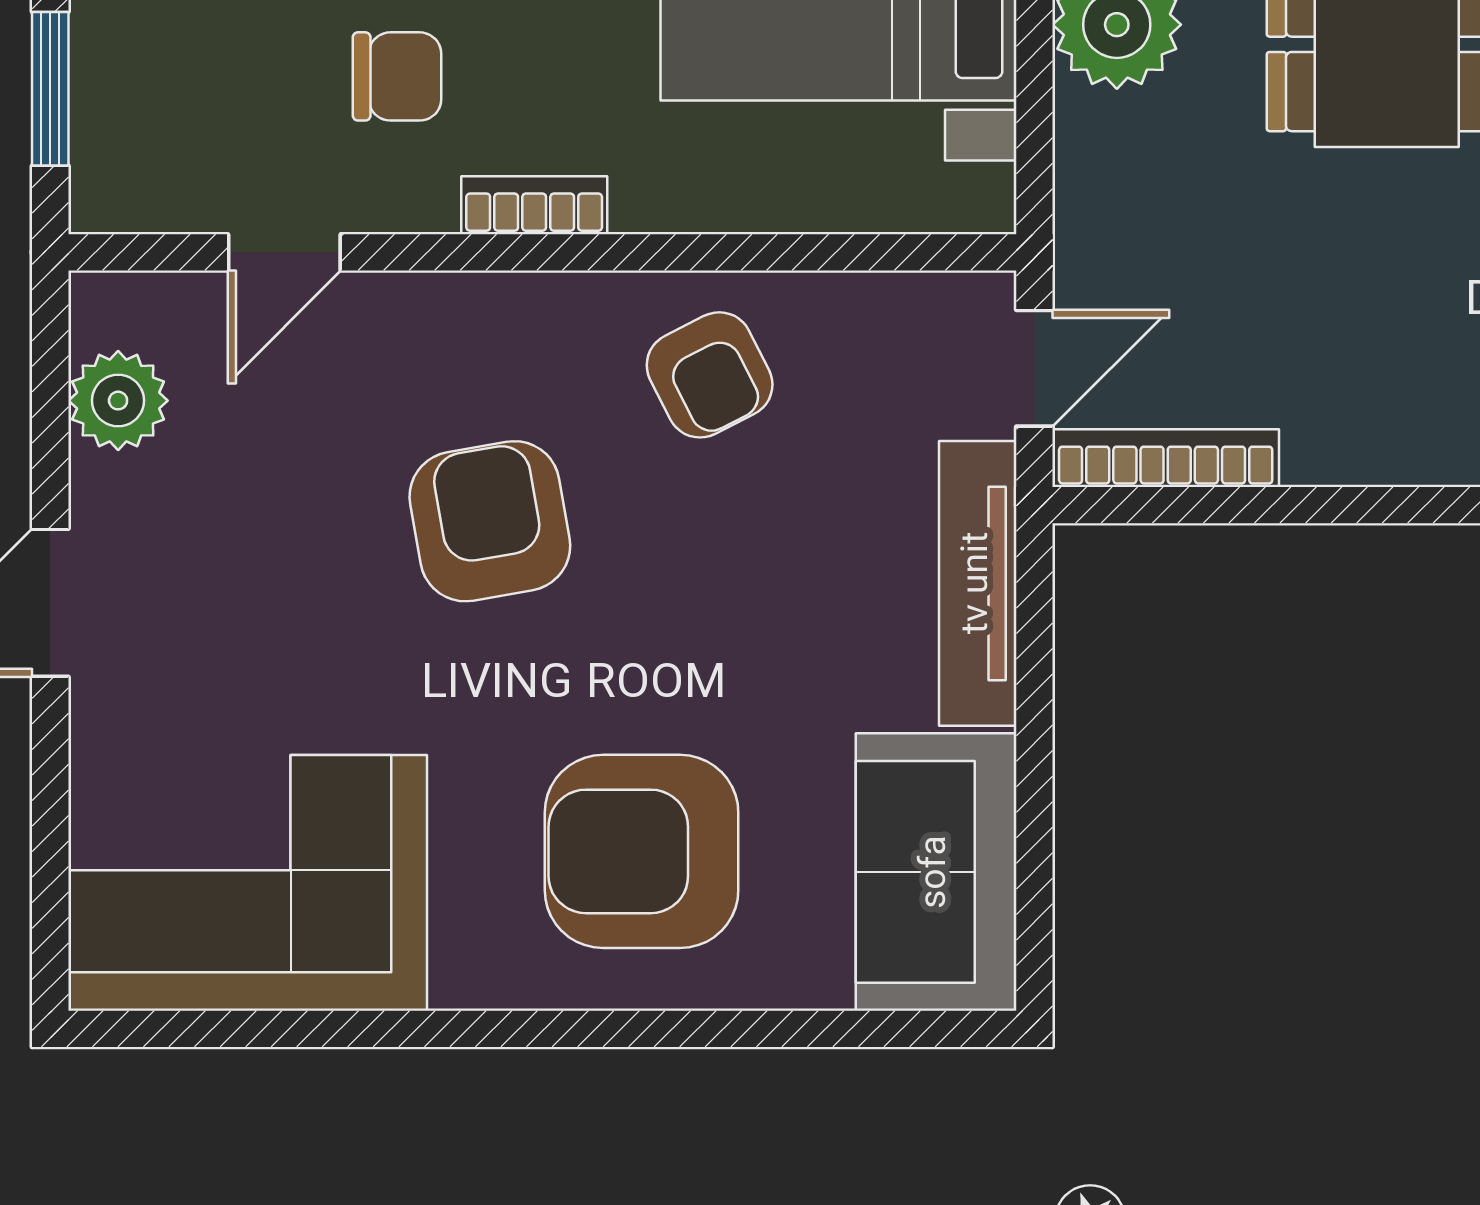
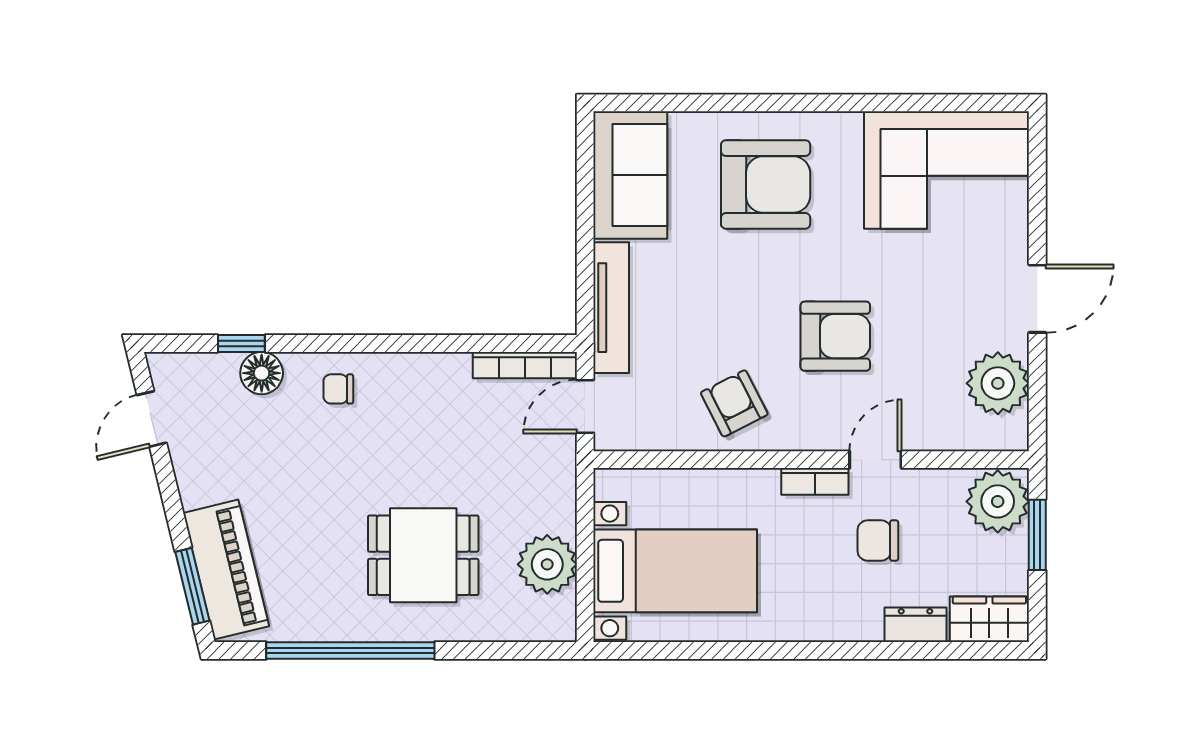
plant: (136, 161) -> (998, 501), added
door: (284, 252) -> (875, 460), moved
plant: (118, 401) -> (998, 383), width x1.36, depth x1.36
armchair: (490, 521) -> (835, 336), turned -80

